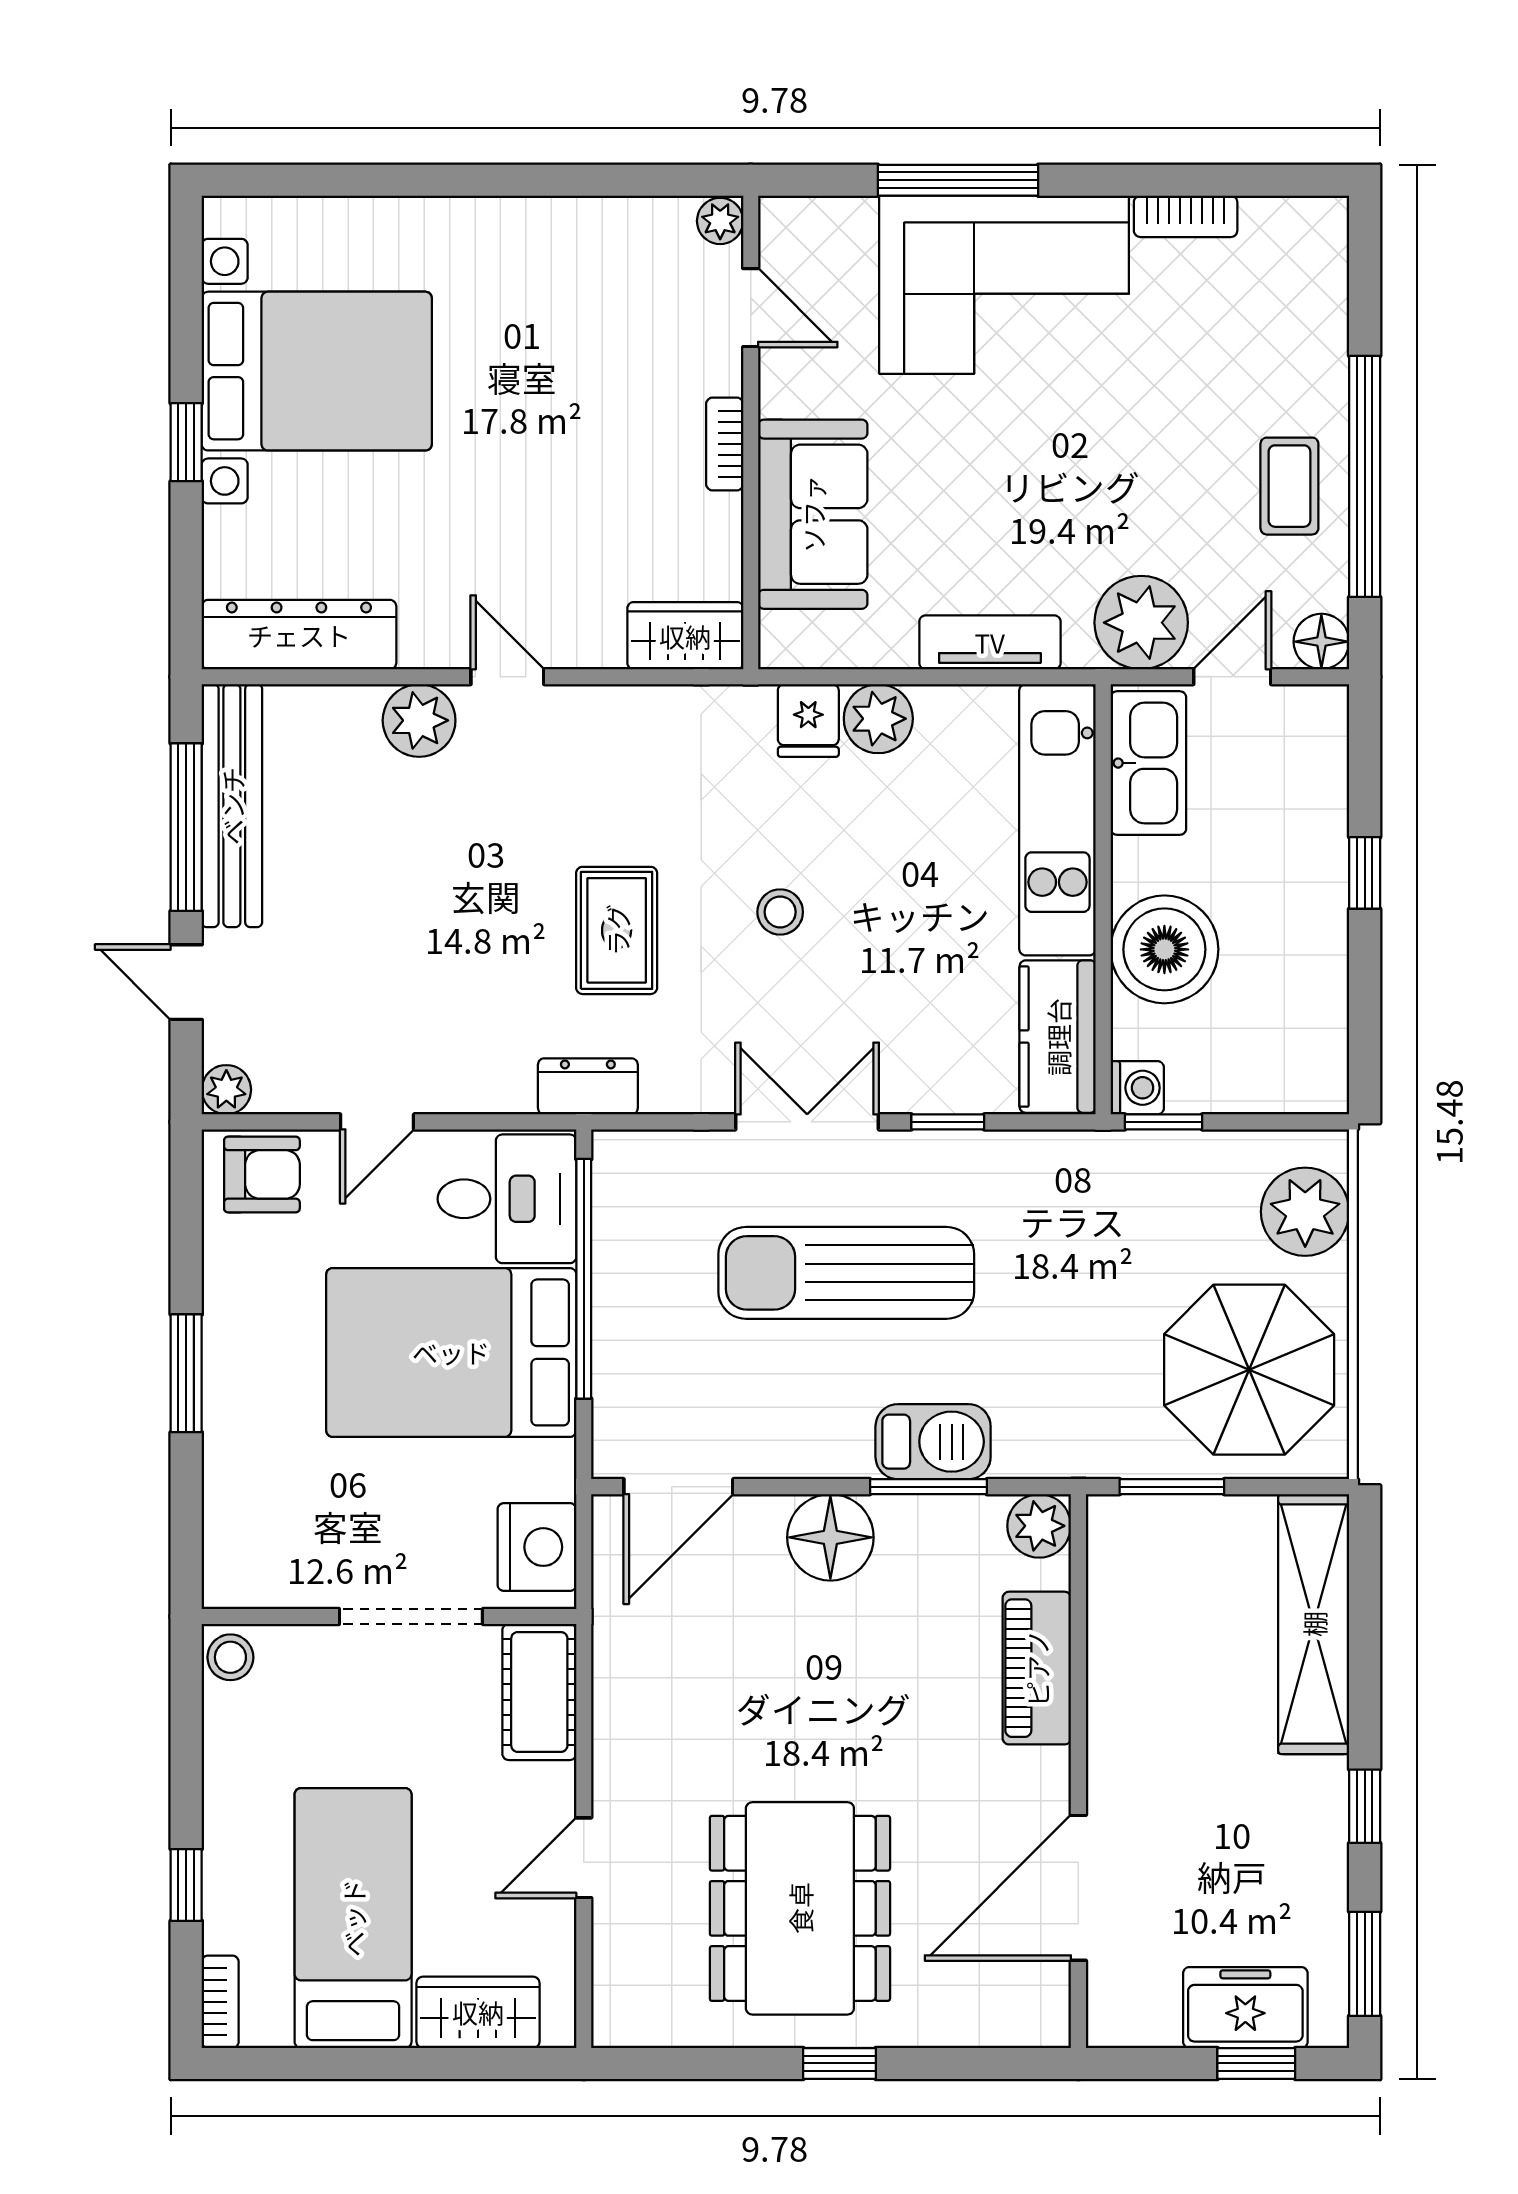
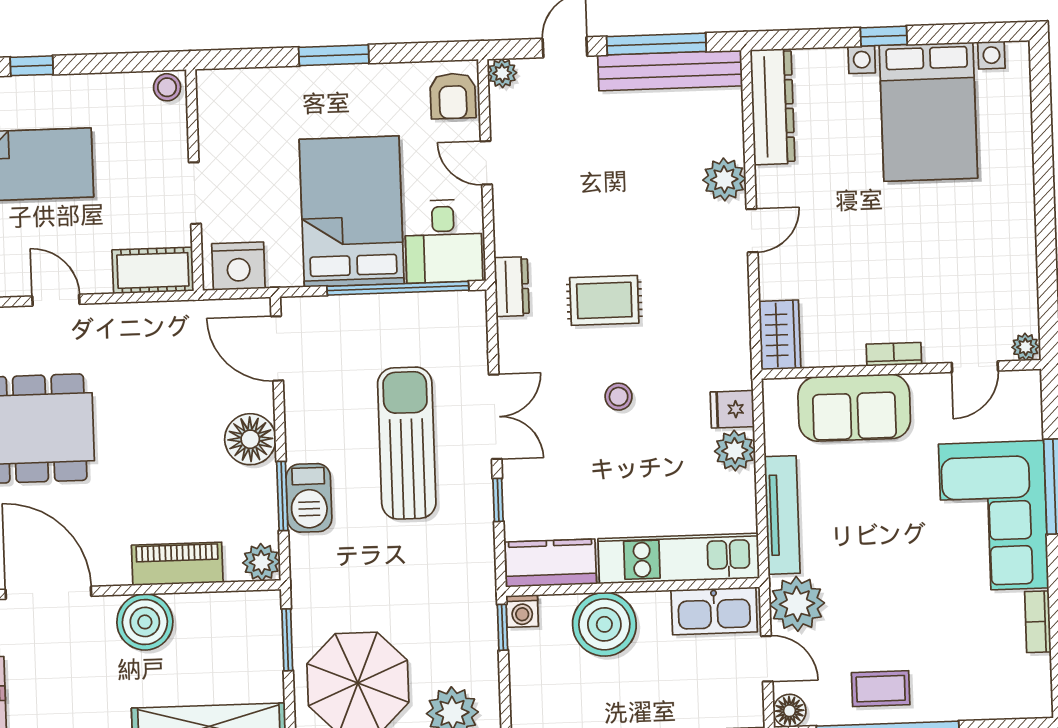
tv unit: (990, 642) -> (782, 515), width x1.41
doorway: (411, 1616) -> (195, 193), width x0.73
boiler: (1133, 1726) -> (145, 622), added

